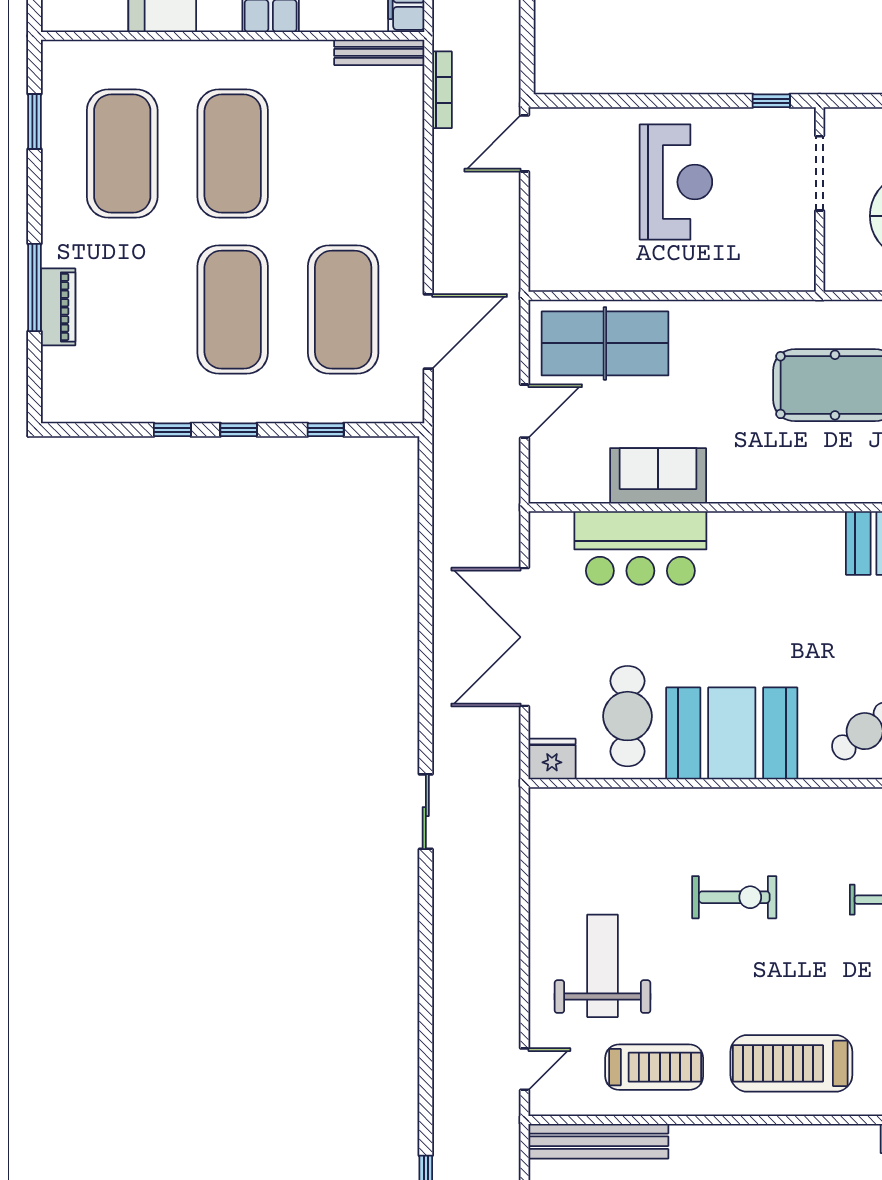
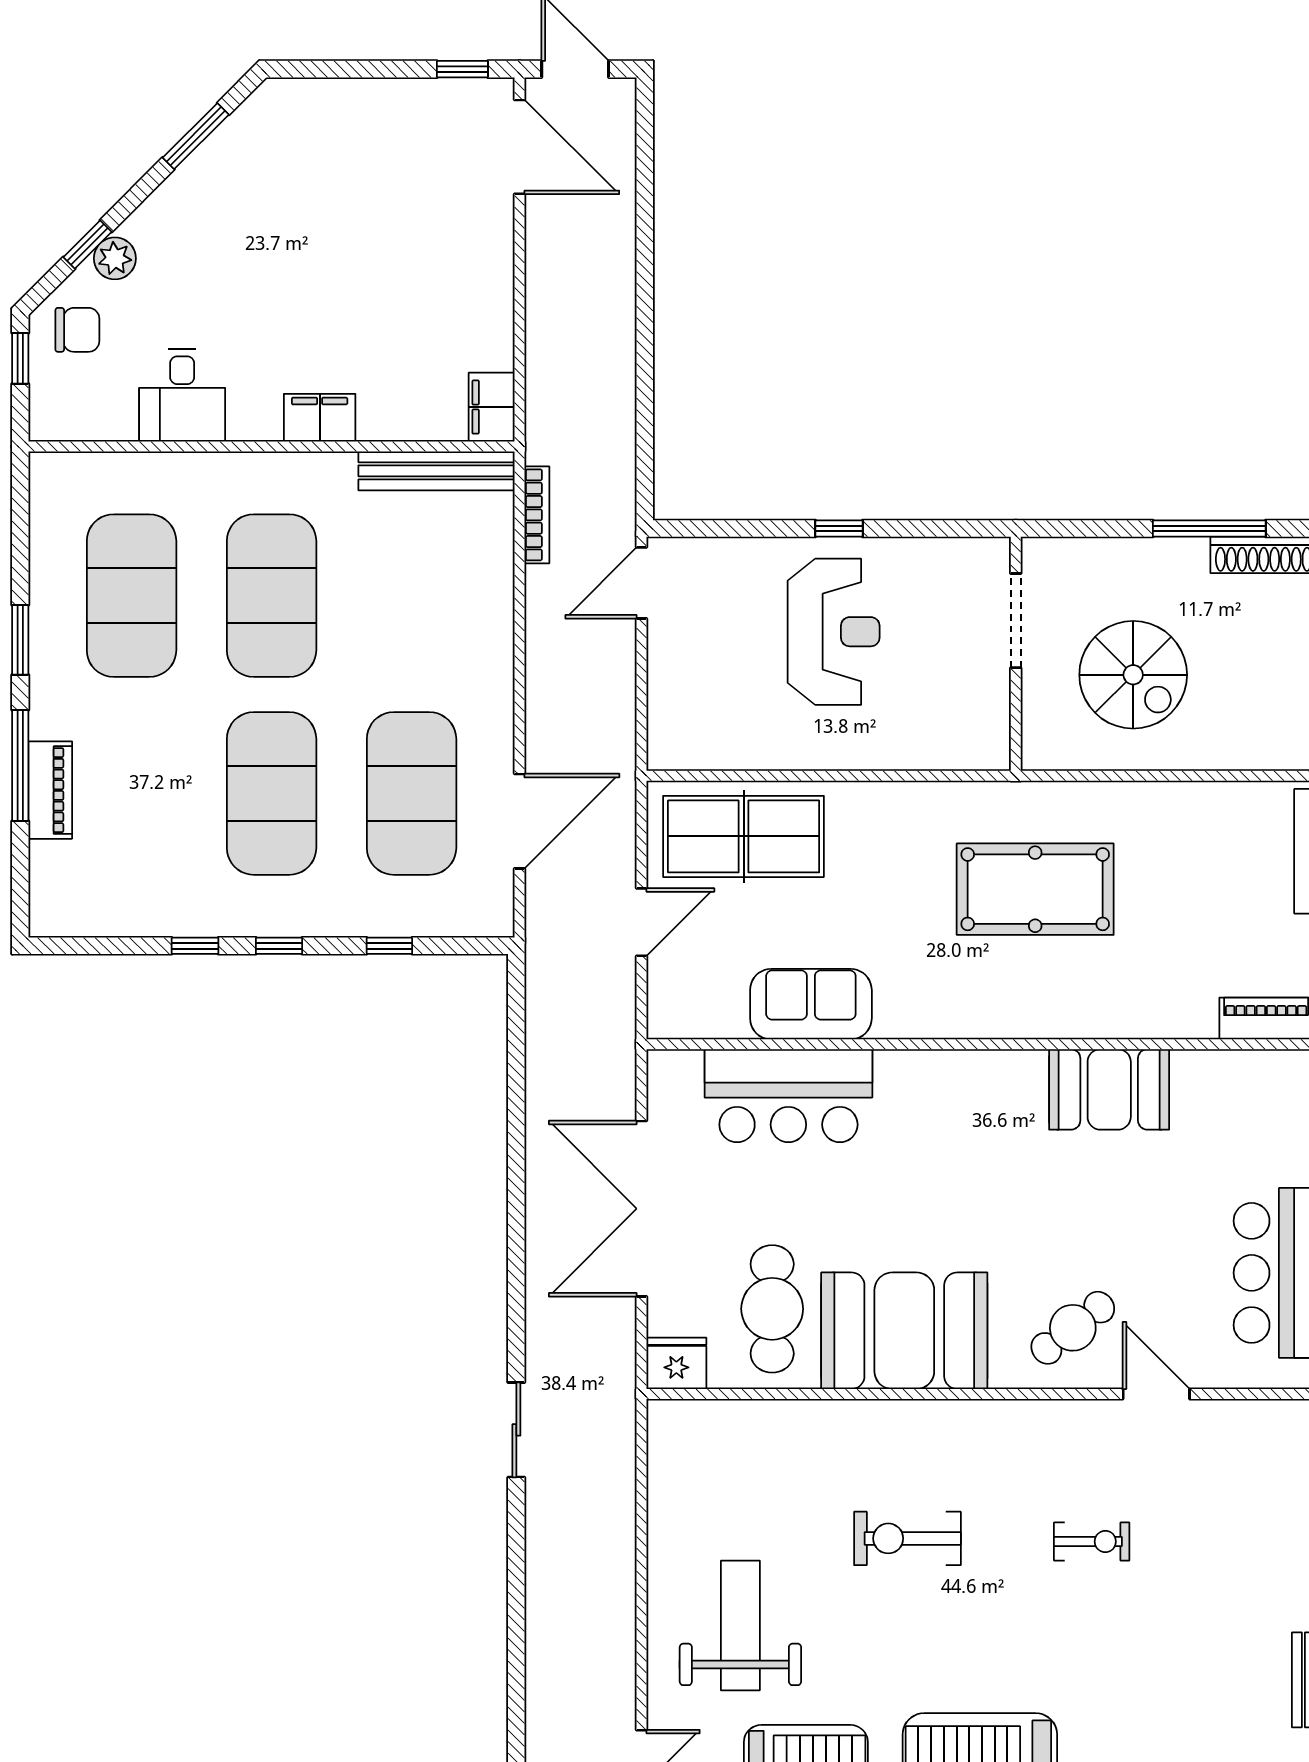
bench: (379, 52) -> (437, 471), width x1.37, depth x1.21
window: (771, 101) -> (839, 529), moved
window: (34, 122) -> (20, 640), moved
exercise bike: (734, 897) -> (907, 1538), turned 180

